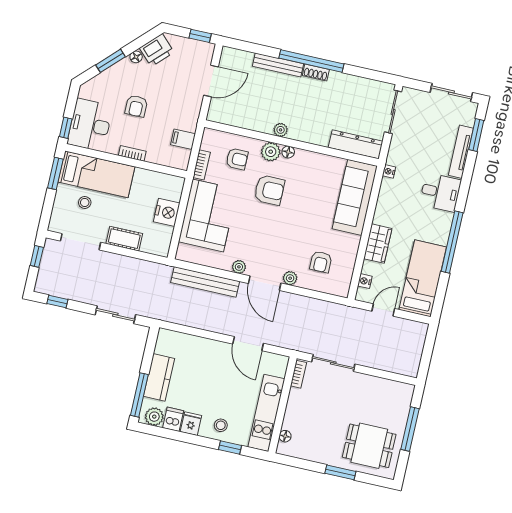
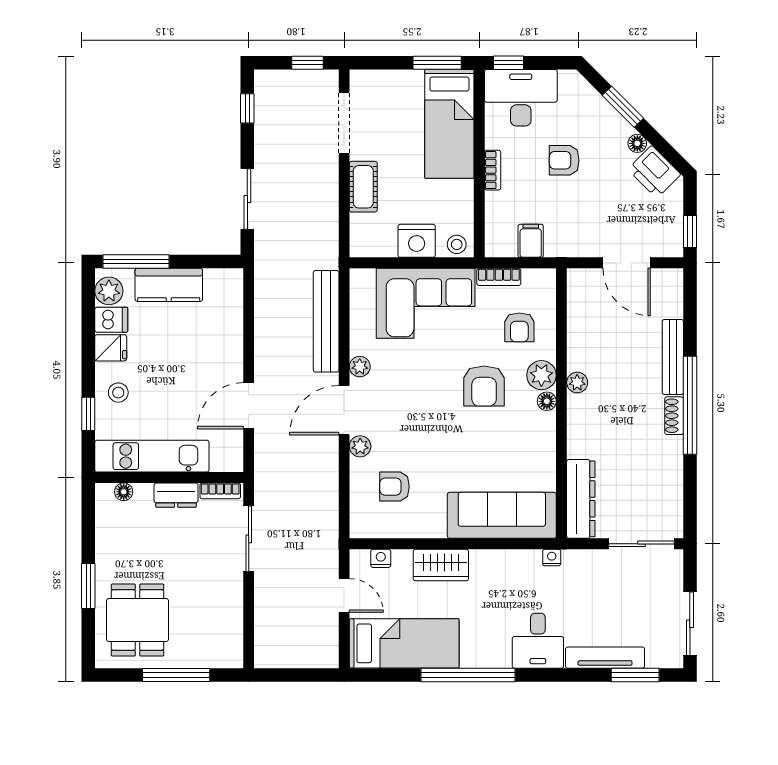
stool: (85, 202) -> (457, 244), moved
dresser: (295, 403) -> (176, 495), added

